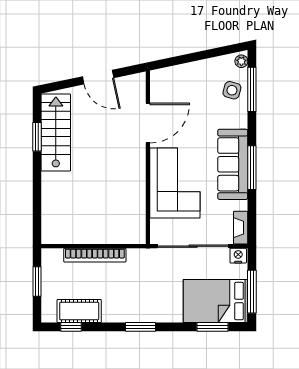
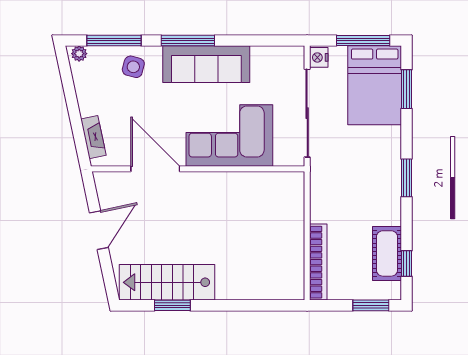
side table: (232, 90) -> (133, 67), moved
window: (252, 168) -> (188, 41), moved
fireplace: (241, 228) -> (93, 137), moved, turned -102
bookcase: (95, 255) -> (318, 262), moved
window: (37, 282) -> (371, 305), moved

